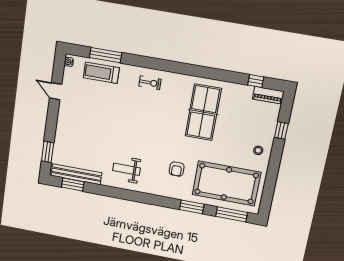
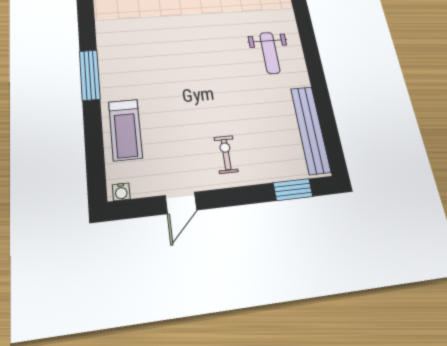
window: (106, 55) -> (90, 75), moved
exercise bike: (150, 83) -> (226, 154), moved
window: (73, 184) -> (330, 131), removed

